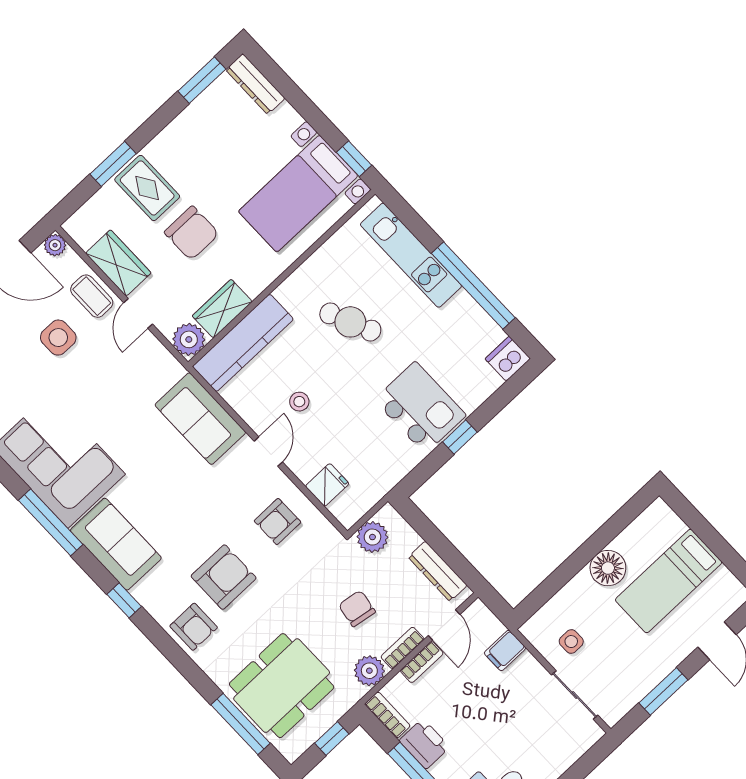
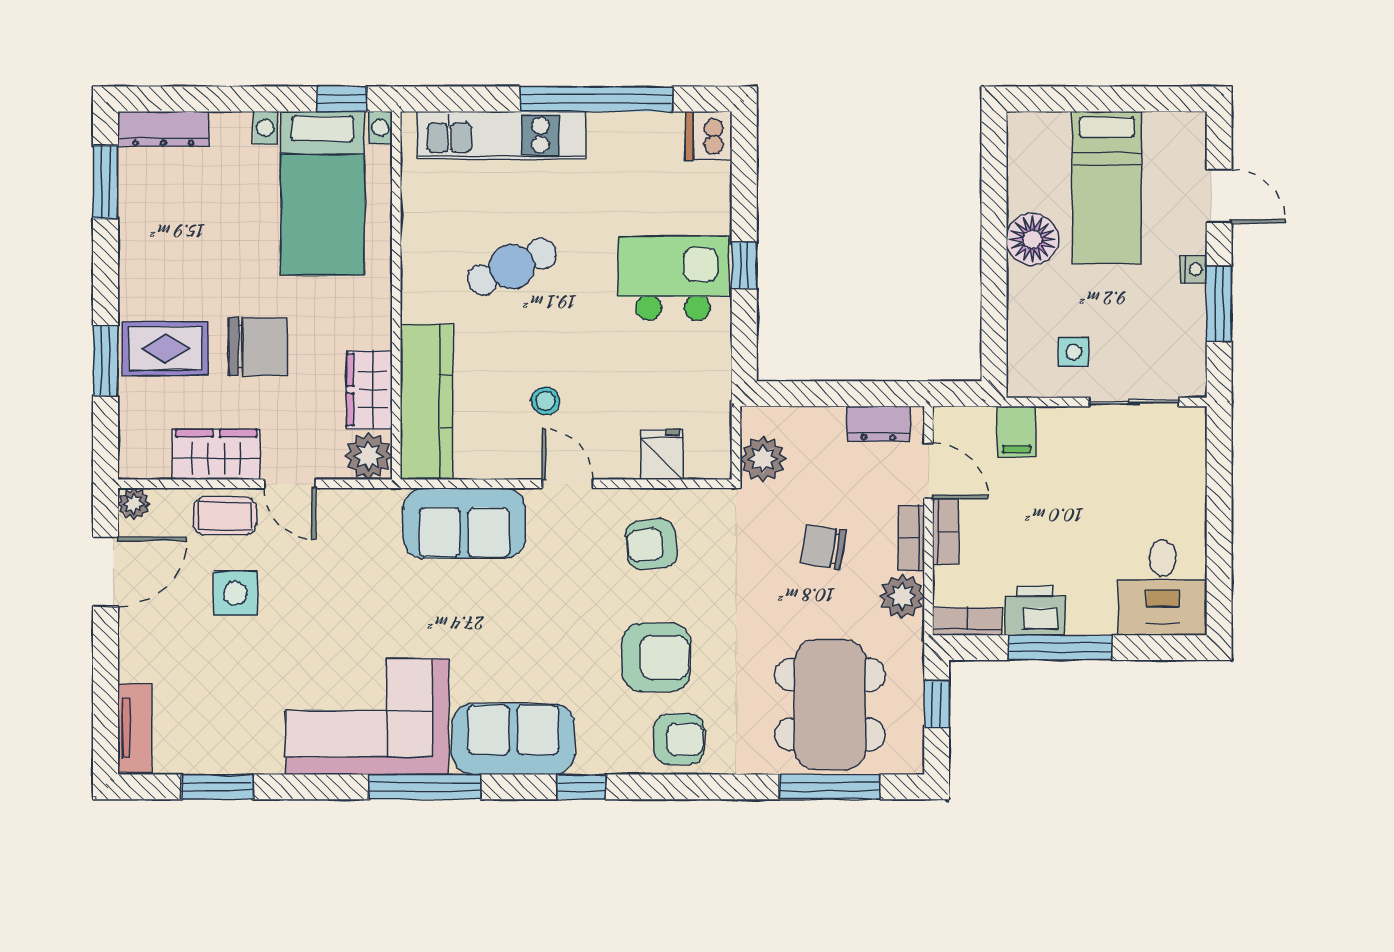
armchair: (277, 522) -> (651, 544), turned 83
dresser: (438, 571) -> (878, 424), width x0.70
armchair: (224, 577) -> (656, 657), turned 90
nightstand: (669, 662) -> (1194, 269), added

